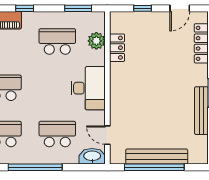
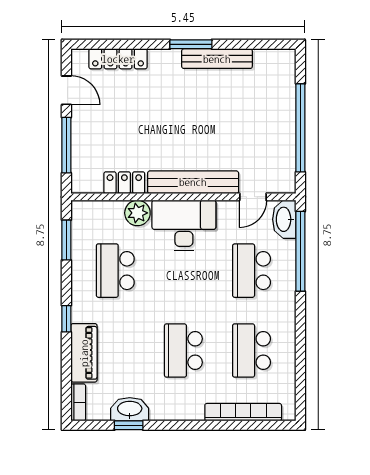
window: (143, 8) -> (66, 145), width x2.17
plant: (96, 41) -> (137, 213), moved
bench: (157, 157) -> (193, 182), moved, turned 90
window: (35, 167) -> (300, 251), moved

